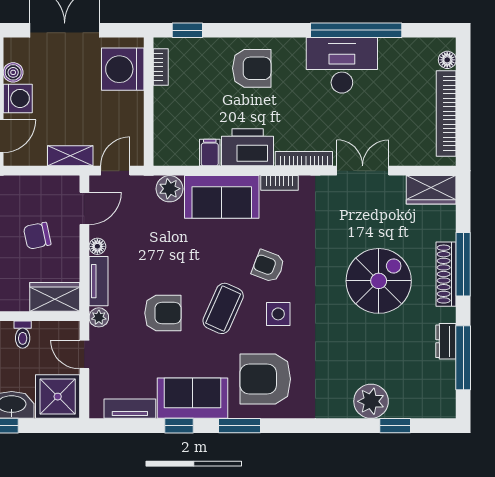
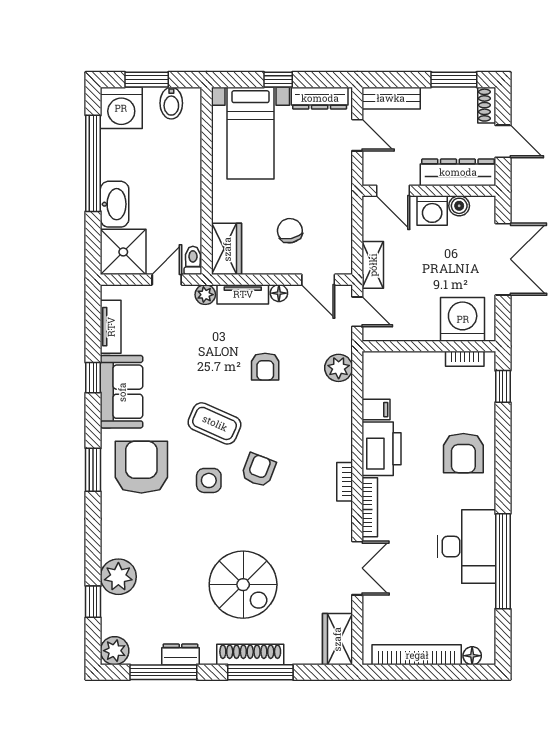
sofa: (222, 197) -> (330, 422), removed
armchair: (163, 313) -> (265, 367), moved, width x0.72, depth x0.72
toilet: (23, 335) -> (193, 260), moved, turned 90
plant: (442, 405) -> (115, 651), added
window: (239, 426) -> (93, 470), moved

